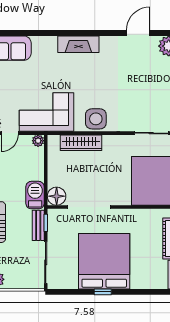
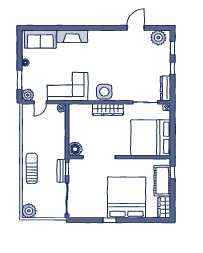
fireplace: (78, 44) -> (72, 36), moved
wardrobe: (81, 143) -> (108, 109), moved
barbecue: (35, 195) -> (59, 148), removed
bed: (104, 261) -> (126, 197), moved

